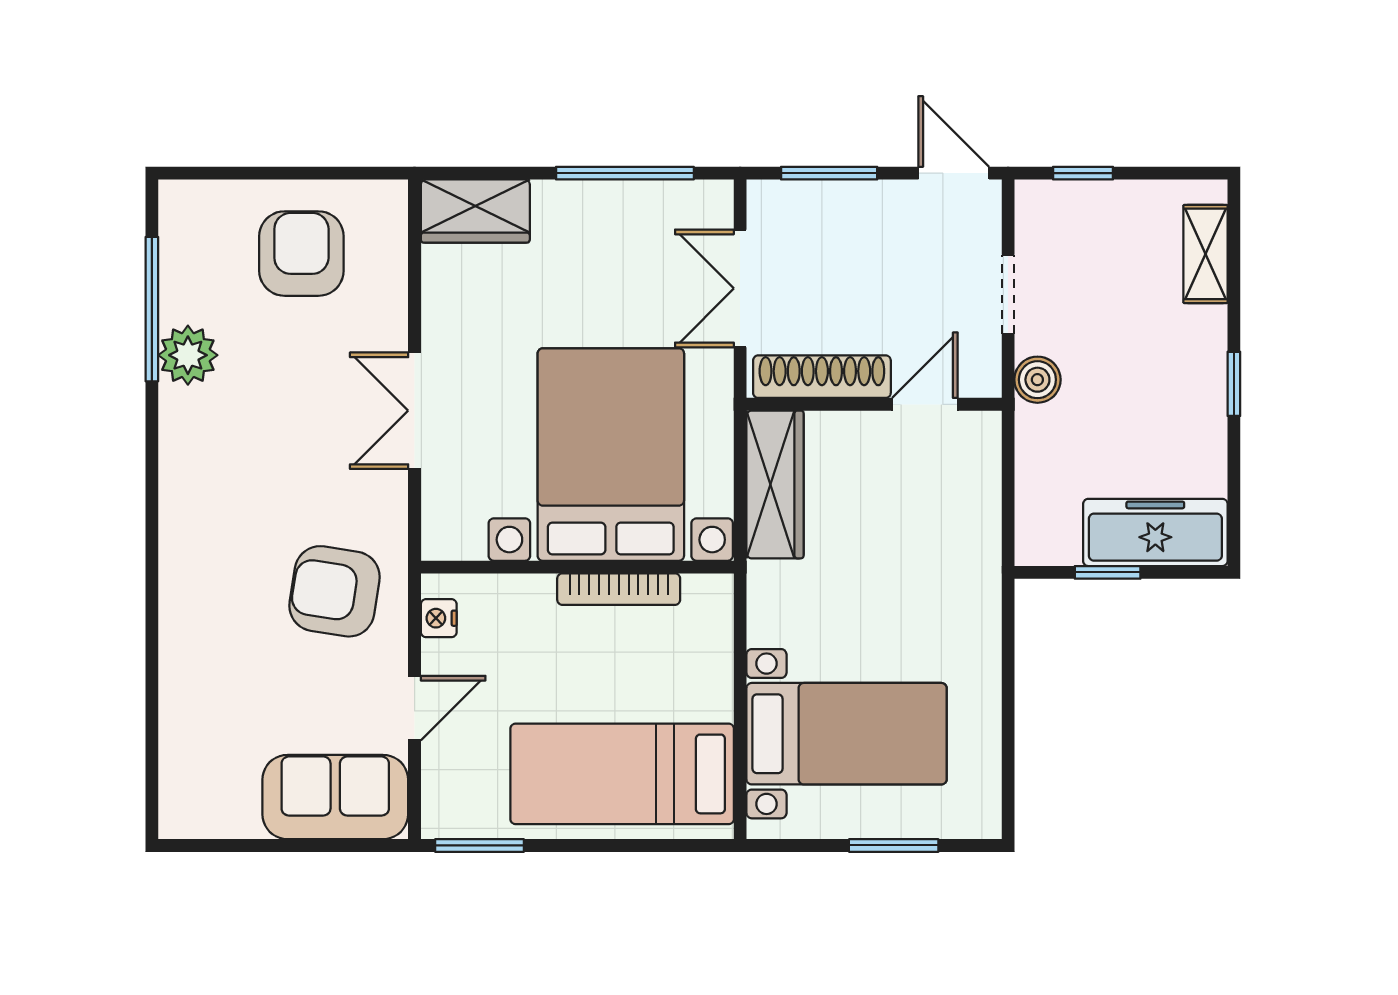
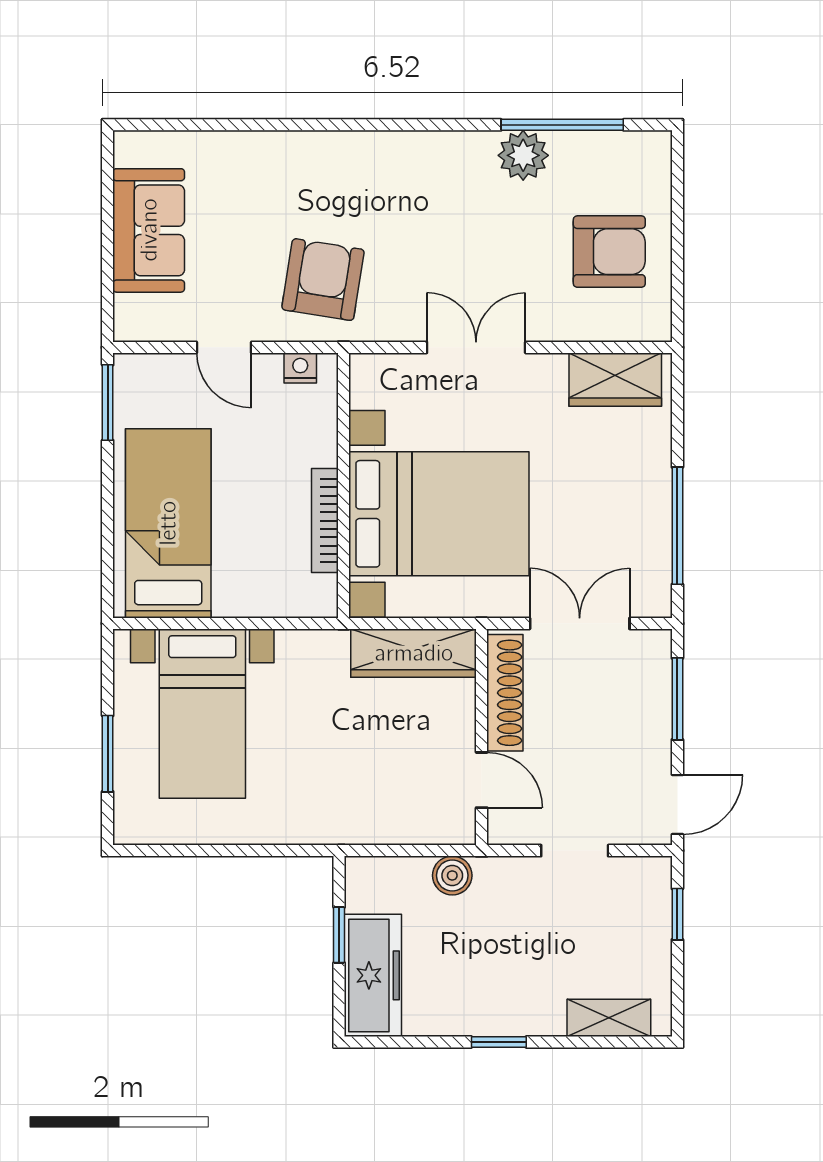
wardrobe: (475, 211) -> (615, 380), moved, turned -90
boiler: (1037, 380) -> (452, 875), moved
sofa: (335, 797) -> (149, 230), moved

